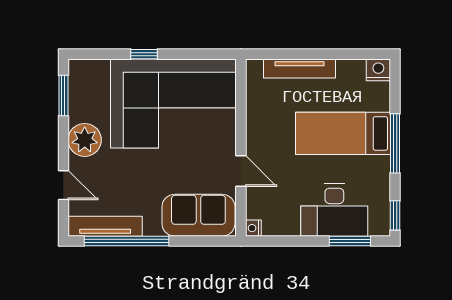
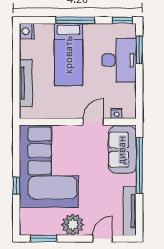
nightstand: (253, 228) -> (117, 114), moved
window: (127, 241) -> (139, 165), moved

